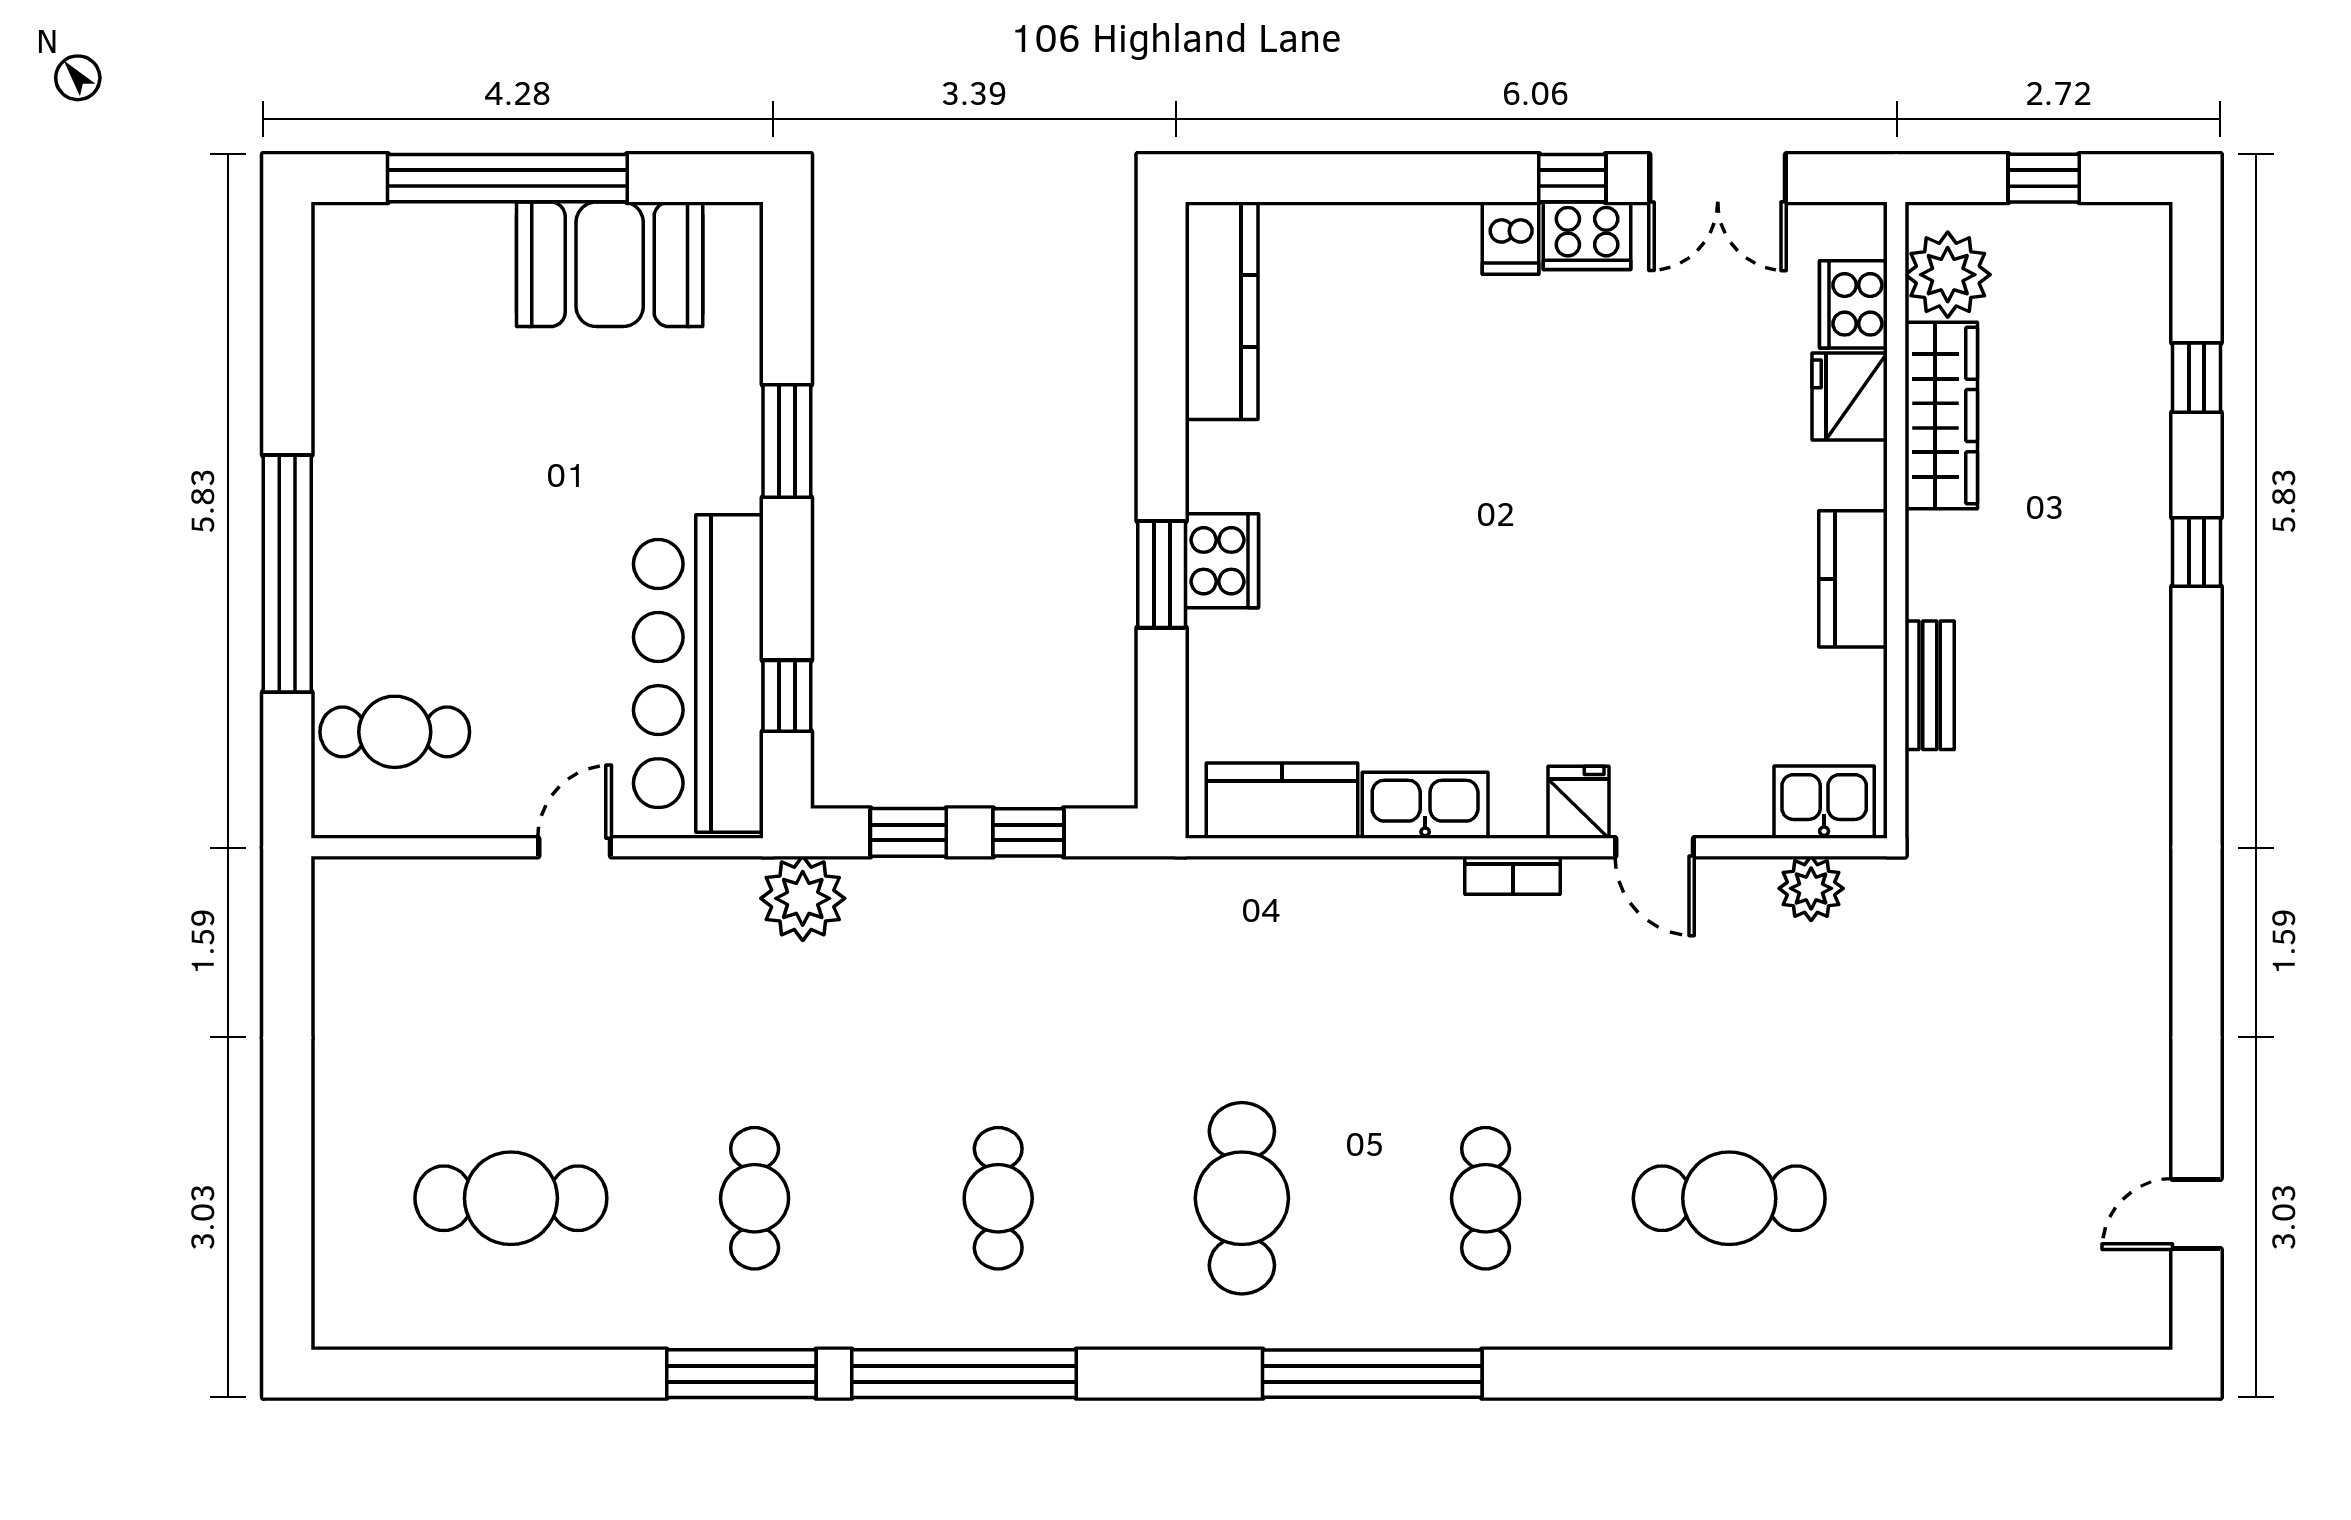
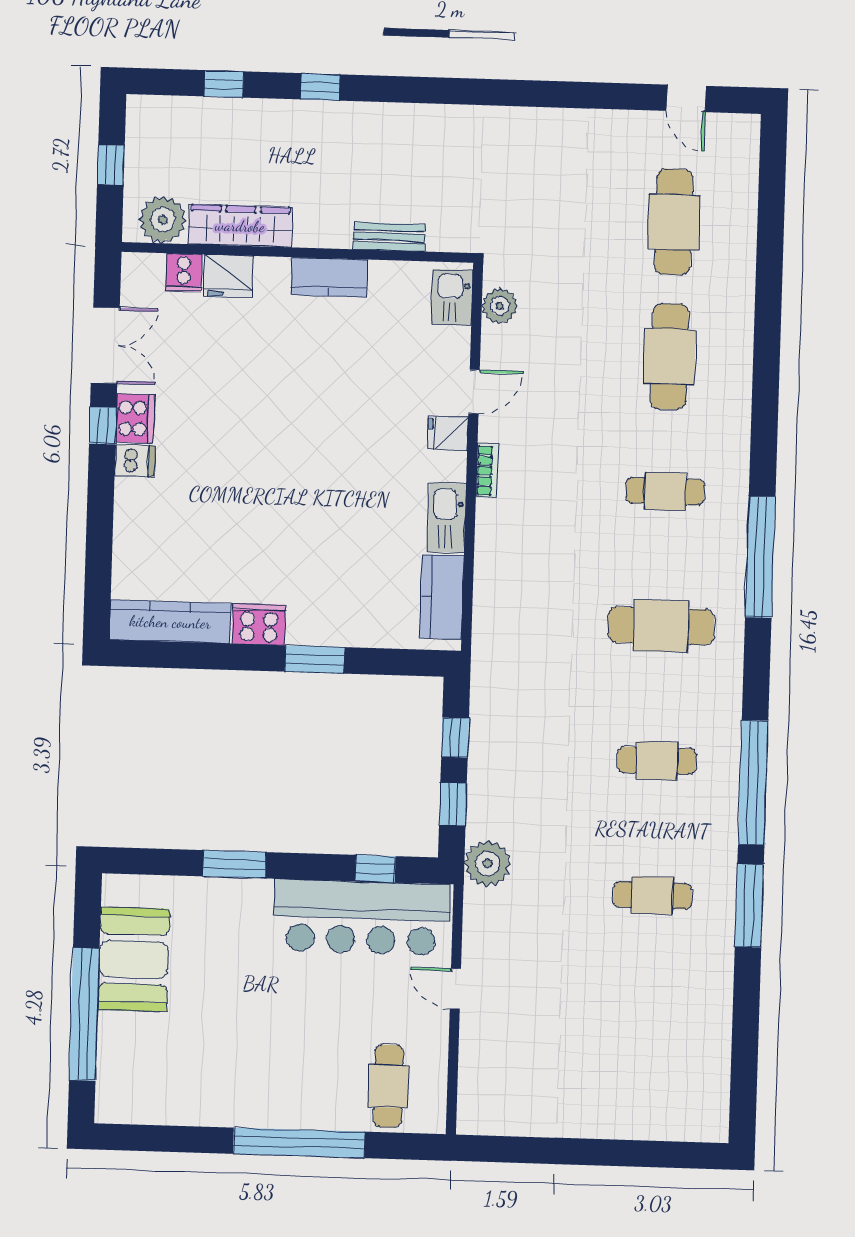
cooker: (1853, 304) -> (184, 273), width x0.73
cooker: (1222, 561) -> (259, 624), moved
cafe table: (511, 1198) -> (674, 222), moved

